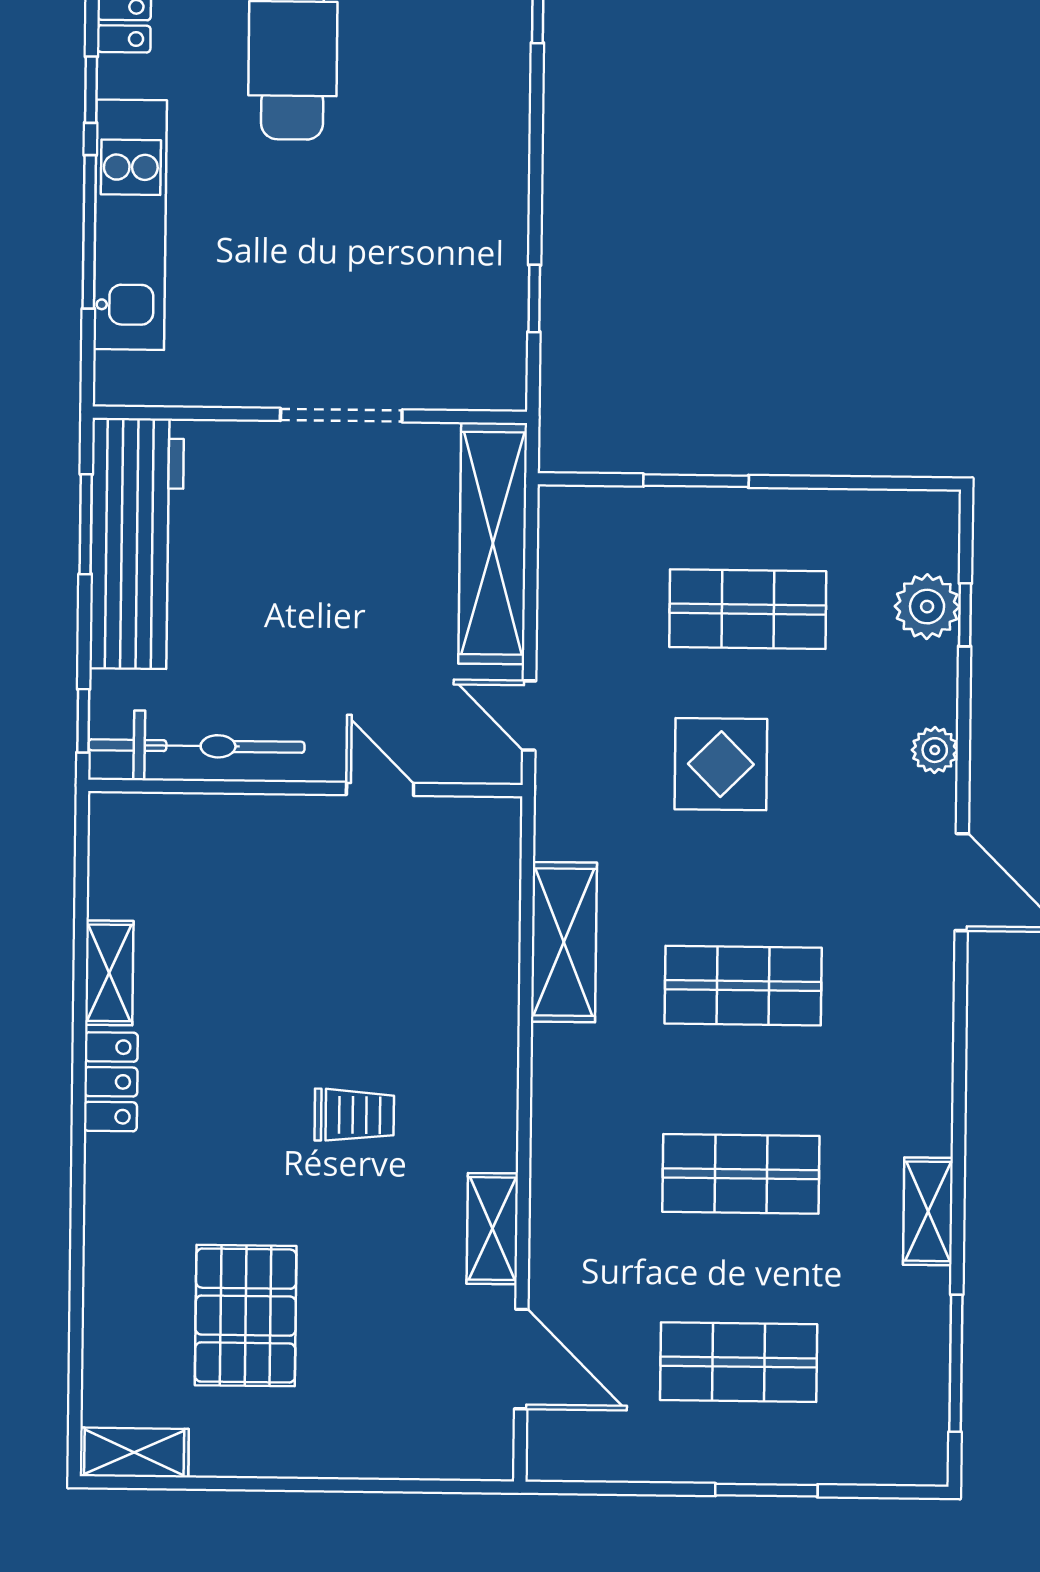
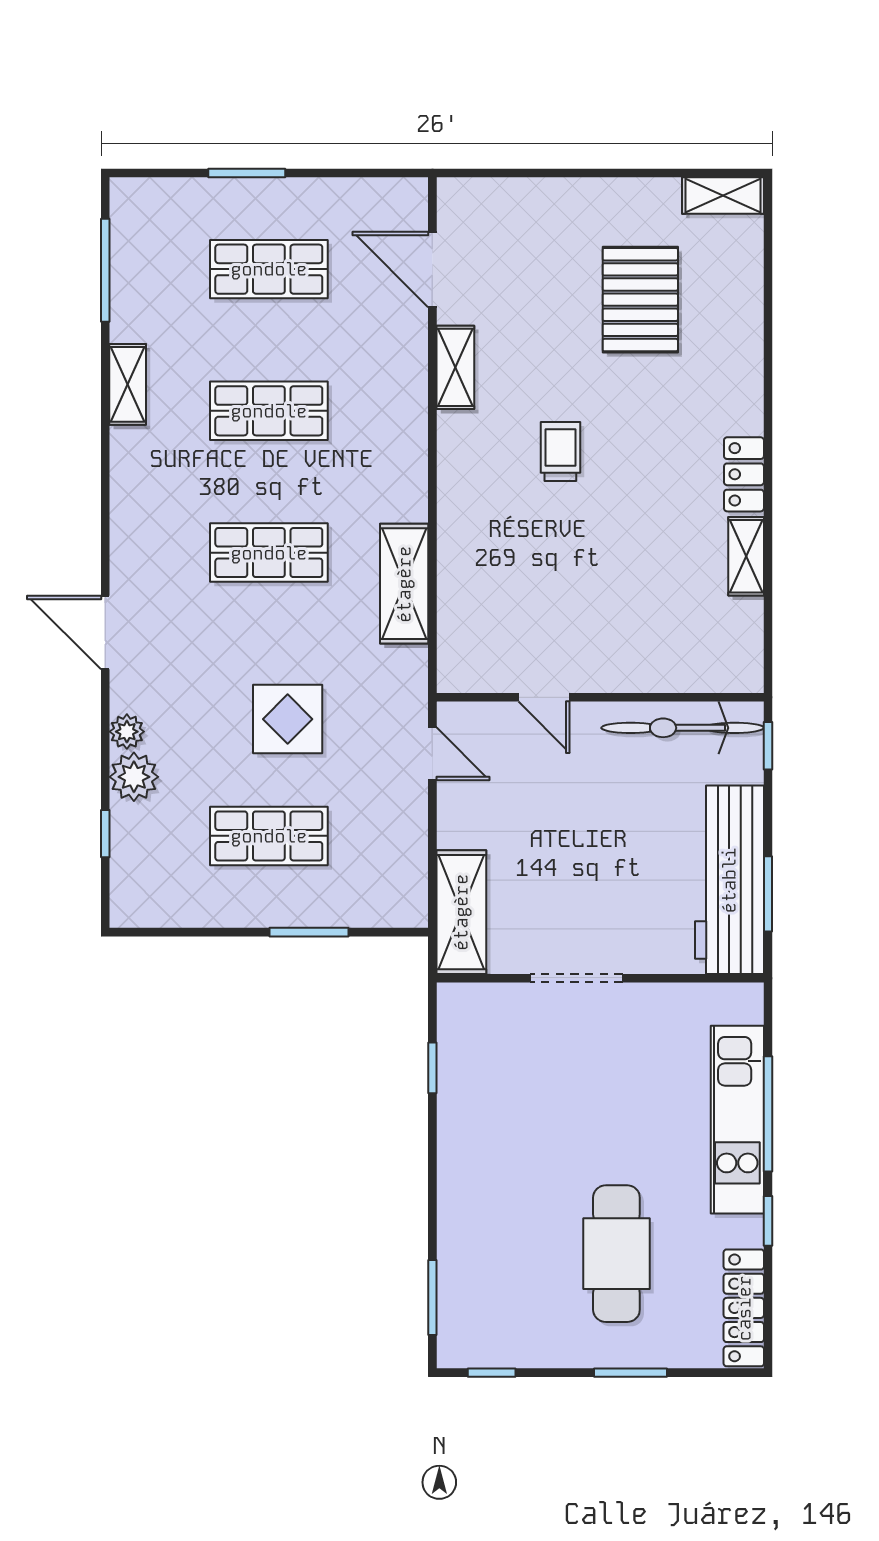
shelving: (493, 543) -> (461, 912), width x0.68
plant: (927, 607) -> (134, 777), moved
trolley: (354, 1115) -> (560, 452), turned 90

